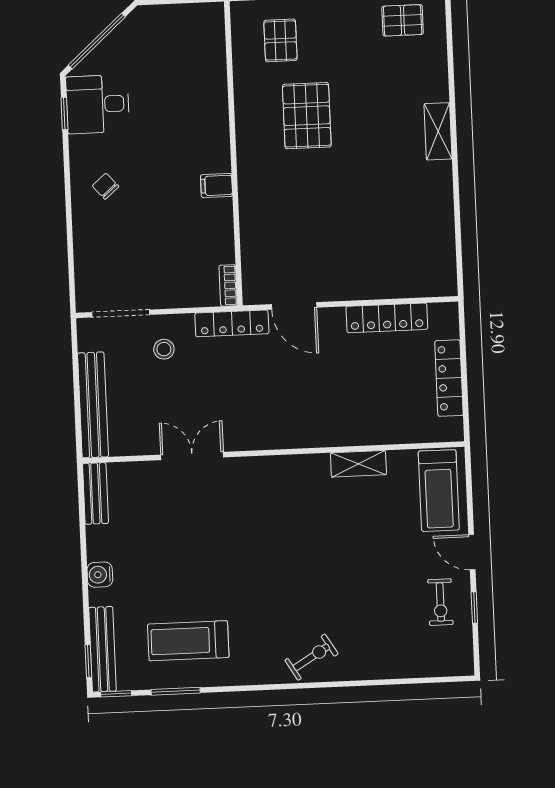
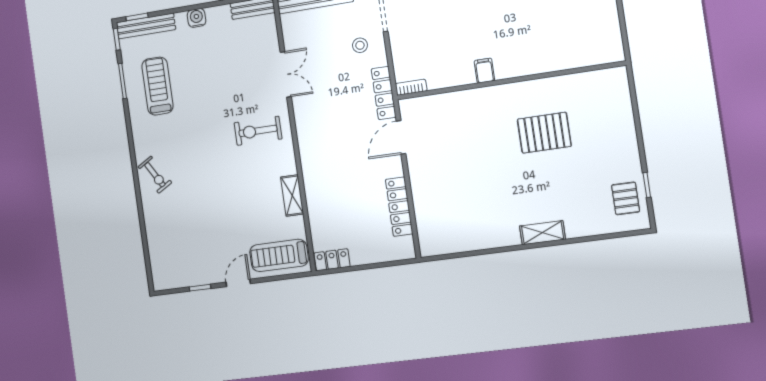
pallet: (280, 40) -> (600, 107), removed
locker: (449, 378) -> (332, 260), moved, width x0.66
exercise bike: (440, 602) -> (258, 131), moved, width x1.38, depth x1.39

